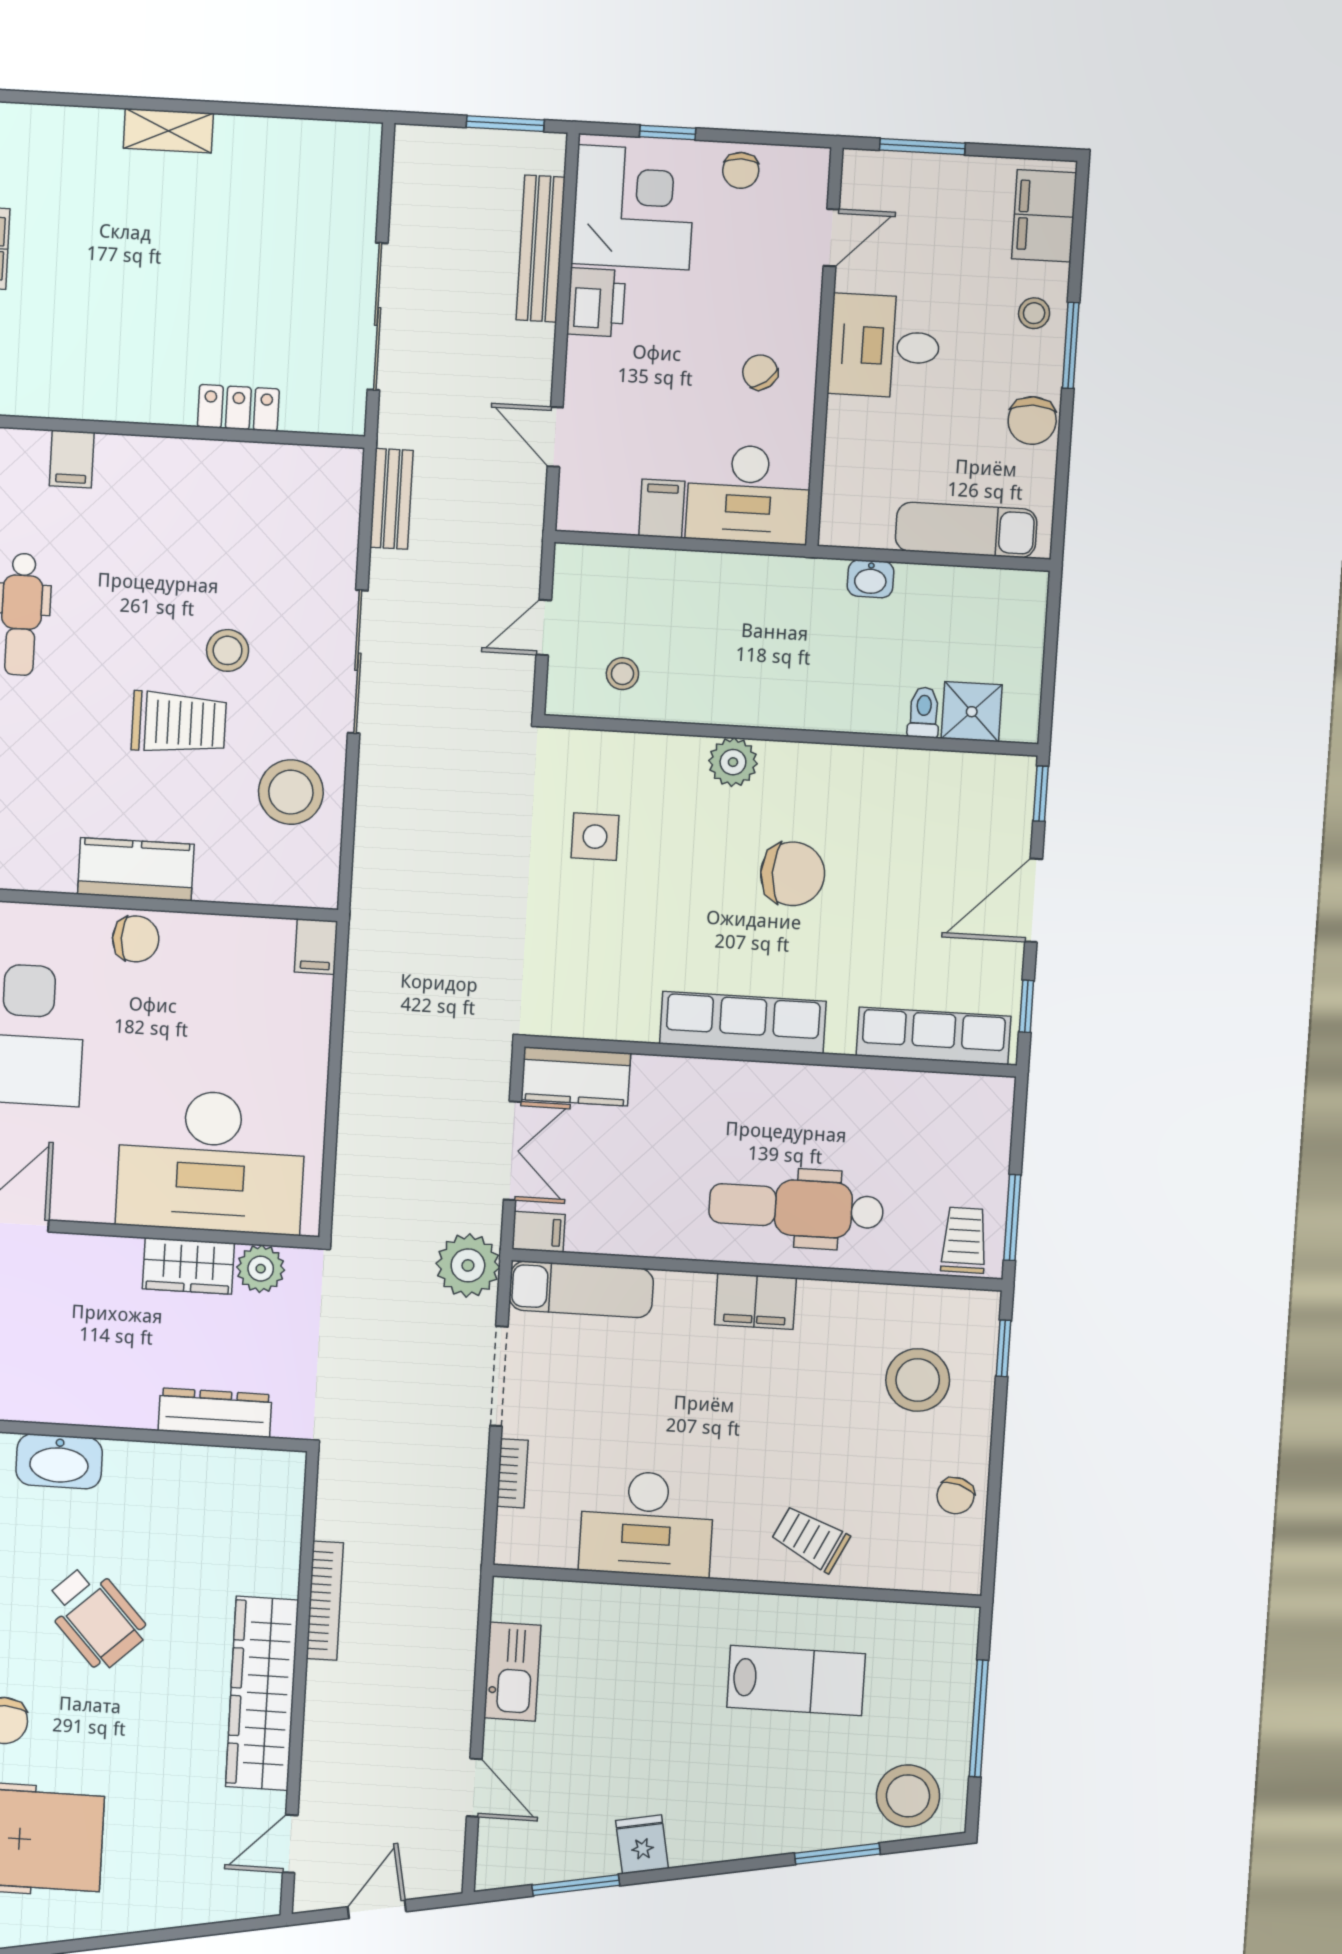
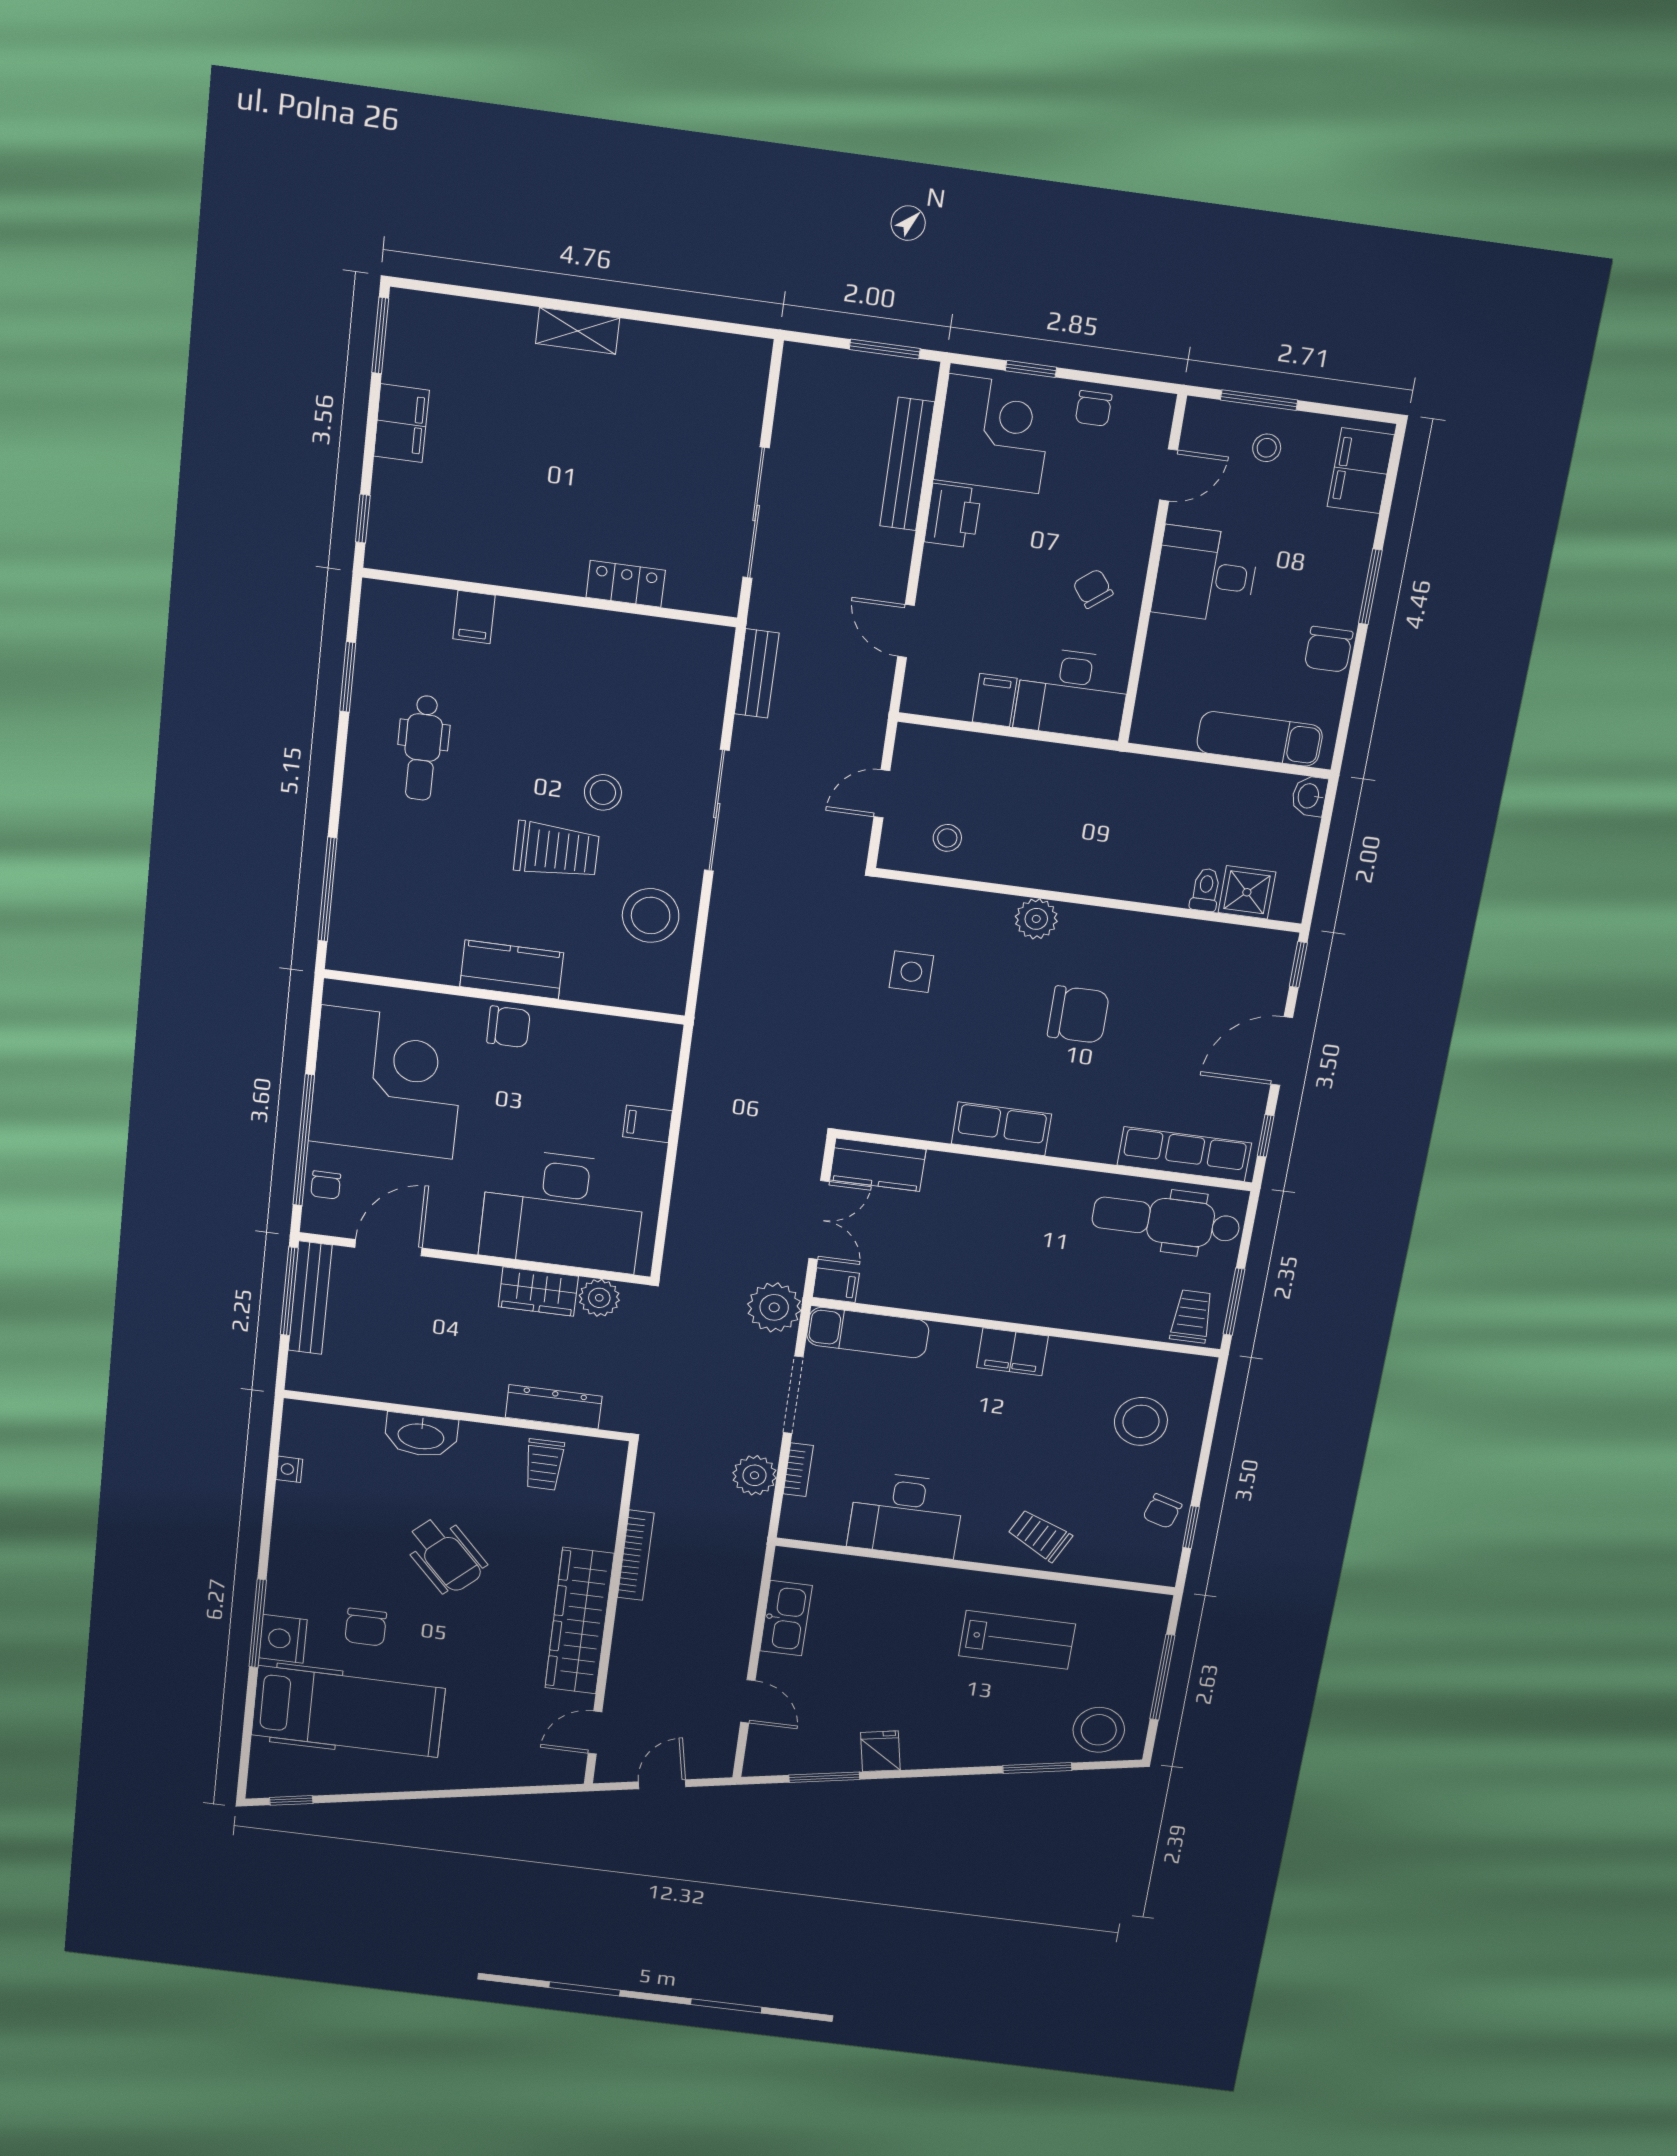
stool: (1034, 313) -> (1267, 448), moved
washbasin: (871, 579) -> (1309, 796), moved, turned 90
filing cabinet: (316, 947) -> (647, 1124), moved, turned 90
row of seats: (743, 1022) -> (1001, 1129), width x0.68
dental chair: (796, 1208) -> (1166, 1221), moved
window: (1004, 1348) -> (1191, 1527), moved
plant: (460, 1484) -> (754, 1475), added
trolley: (208, 1489) -> (544, 1464), added

